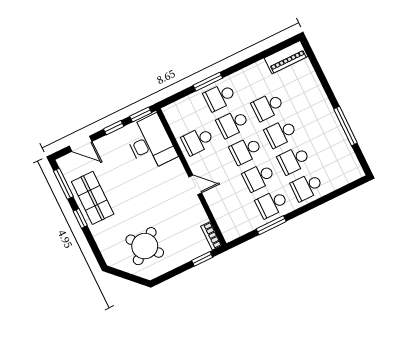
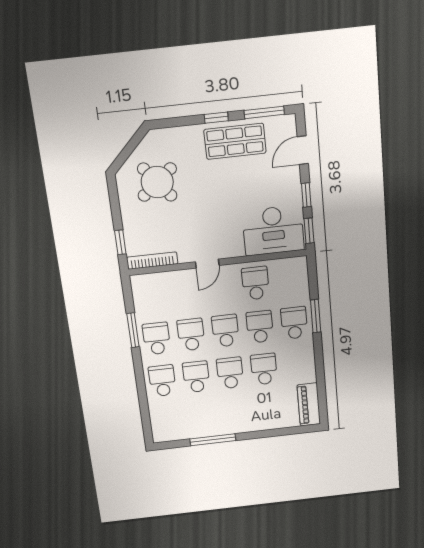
bookcase: (211, 236) -> (152, 261), width x1.56

